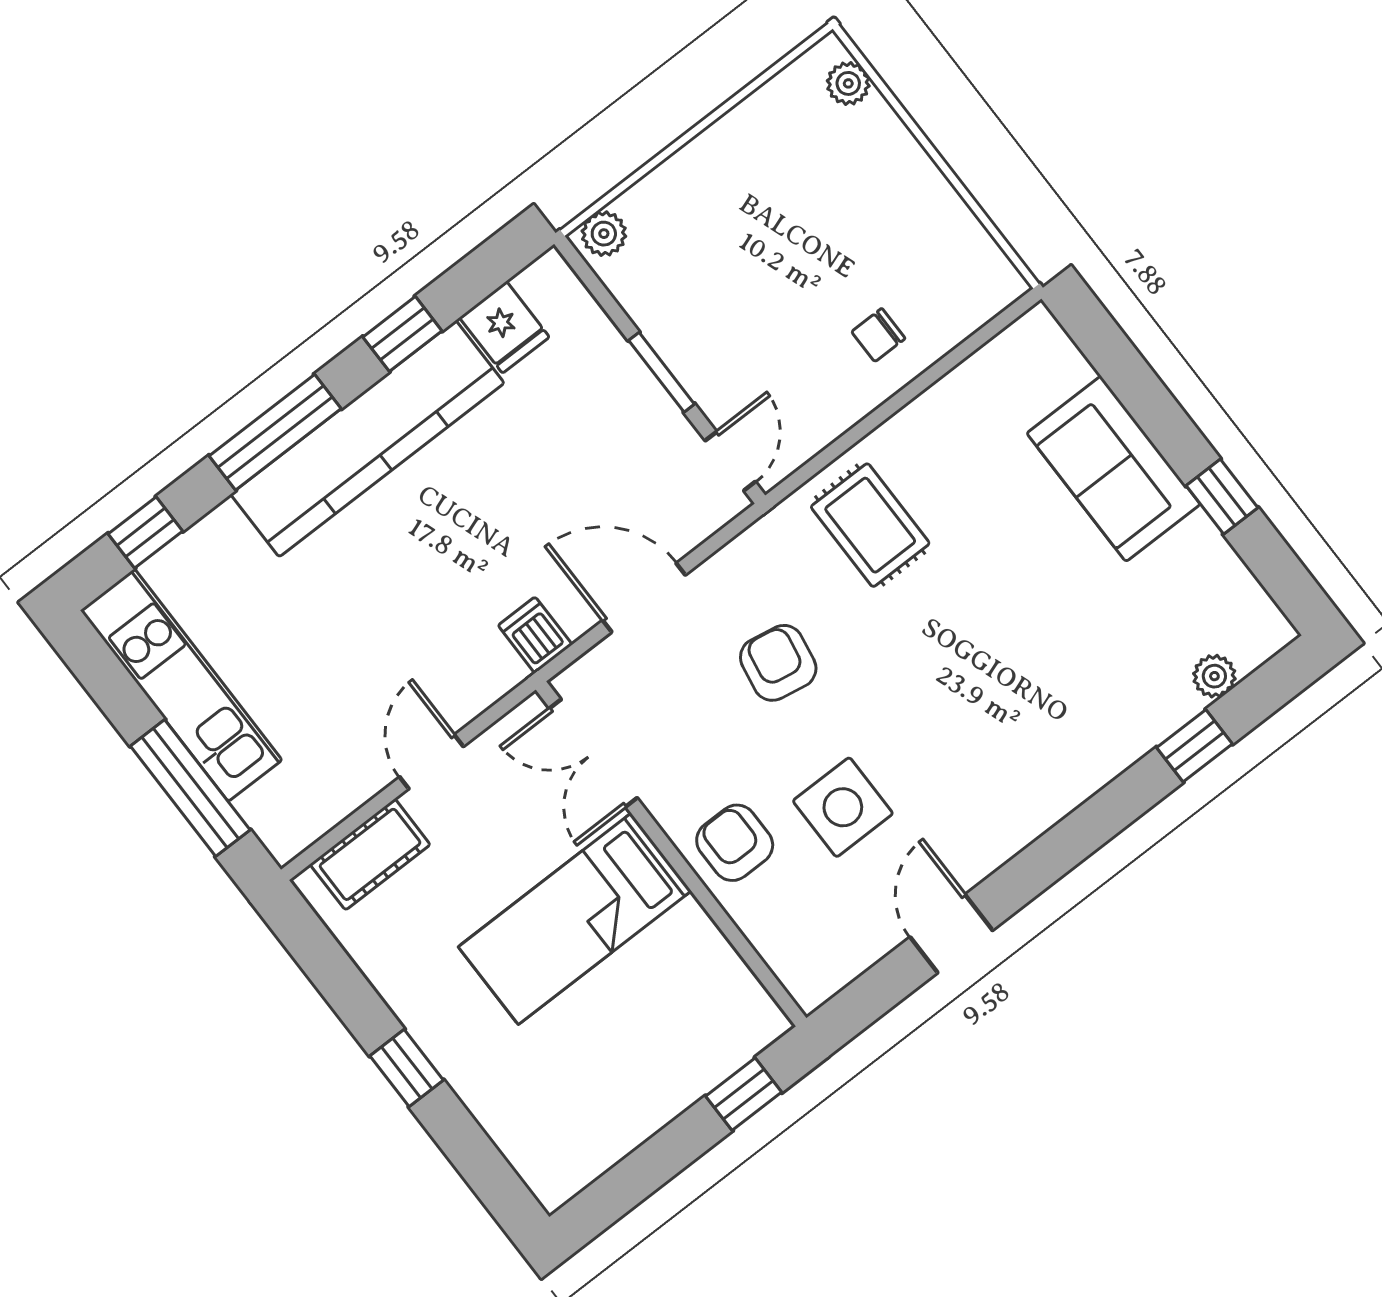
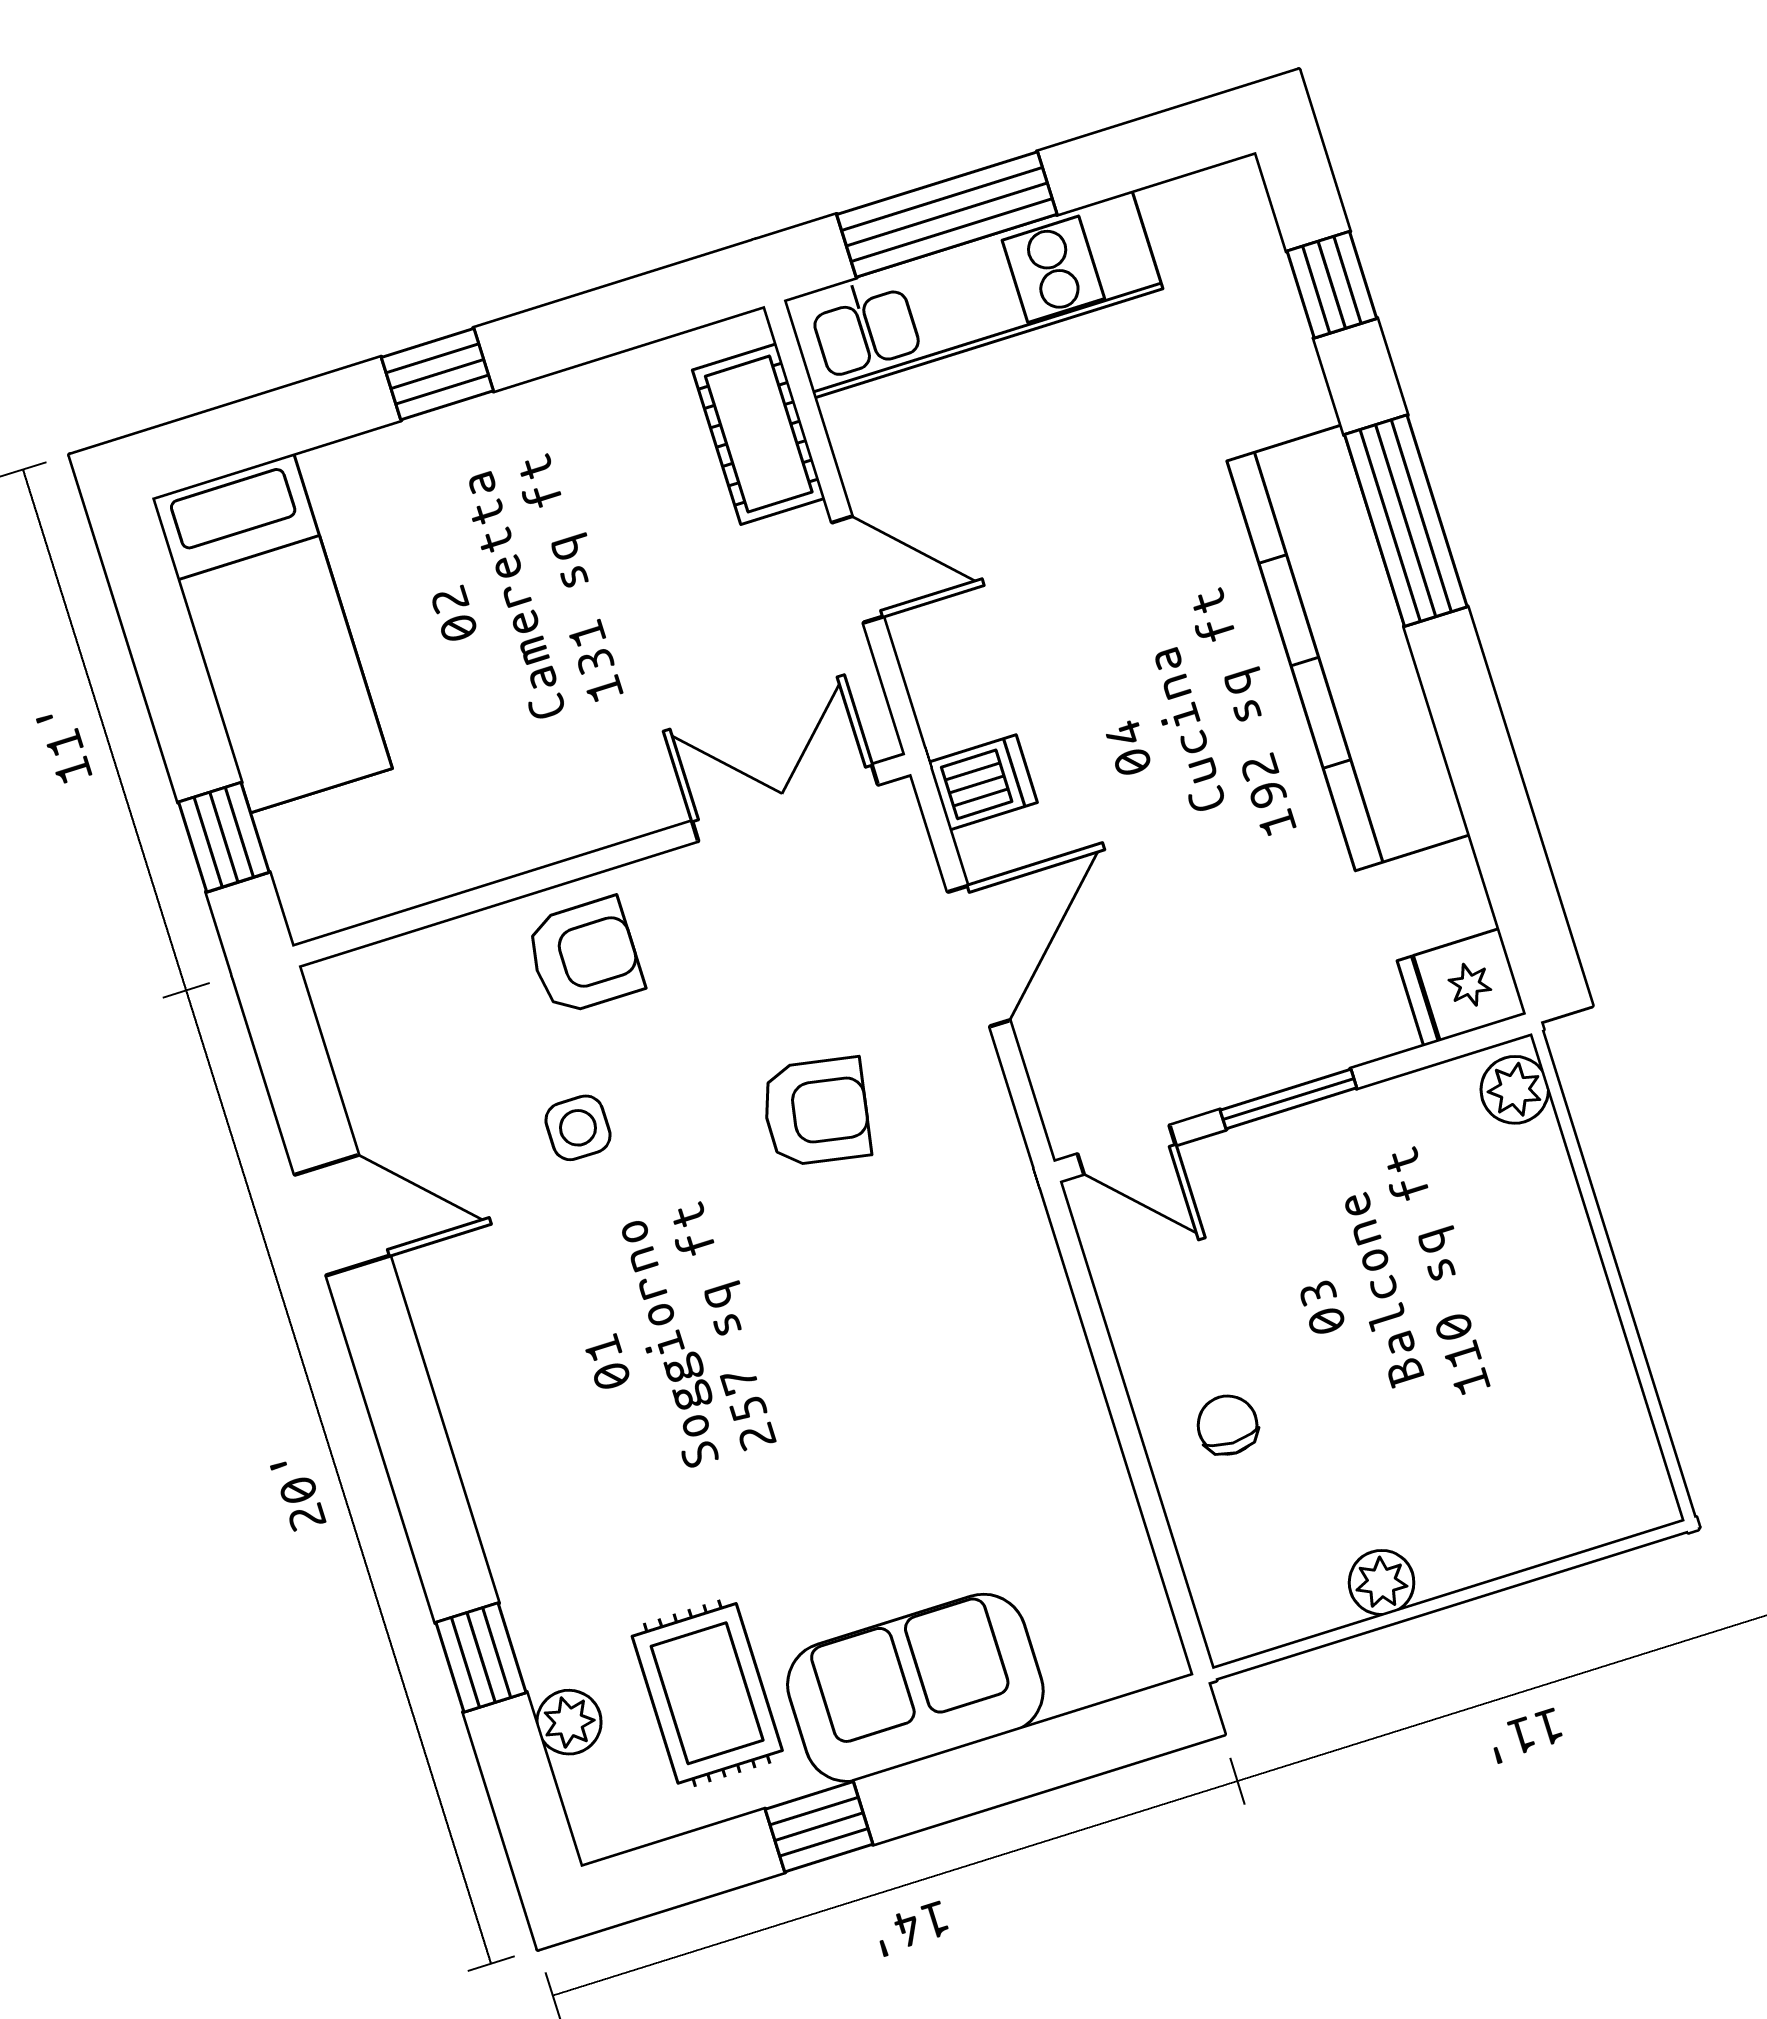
plant: (848, 83) -> (1382, 1582), moved
fridge: (504, 327) -> (1462, 987), moved
window: (402, 334) -> (1478, 752), removed
rug: (870, 525) -> (707, 1693), moved, turned 90
kitchen unit: (181, 685) -> (973, 294), moved
side table: (843, 807) -> (578, 1128), width x0.54, depth x0.54
bed: (575, 919) -> (272, 633), moved, turned 180

